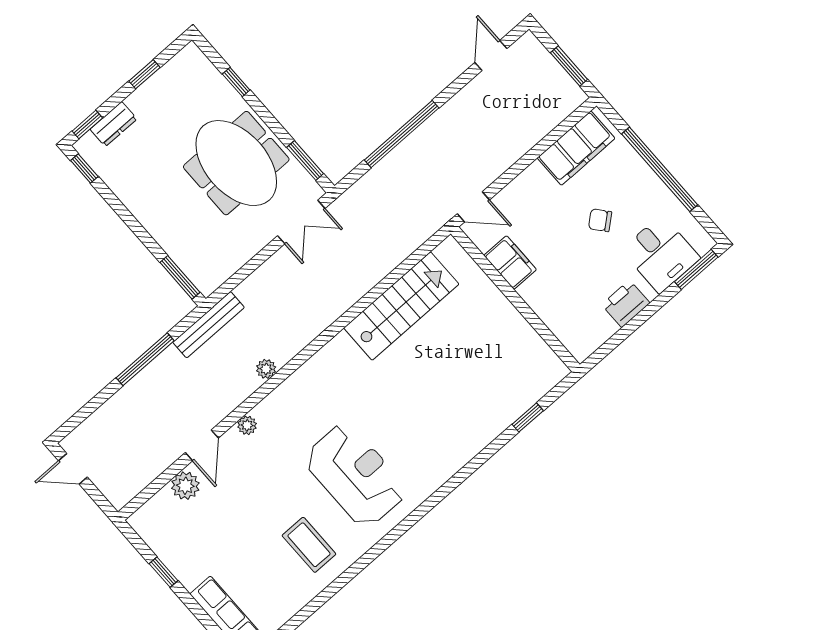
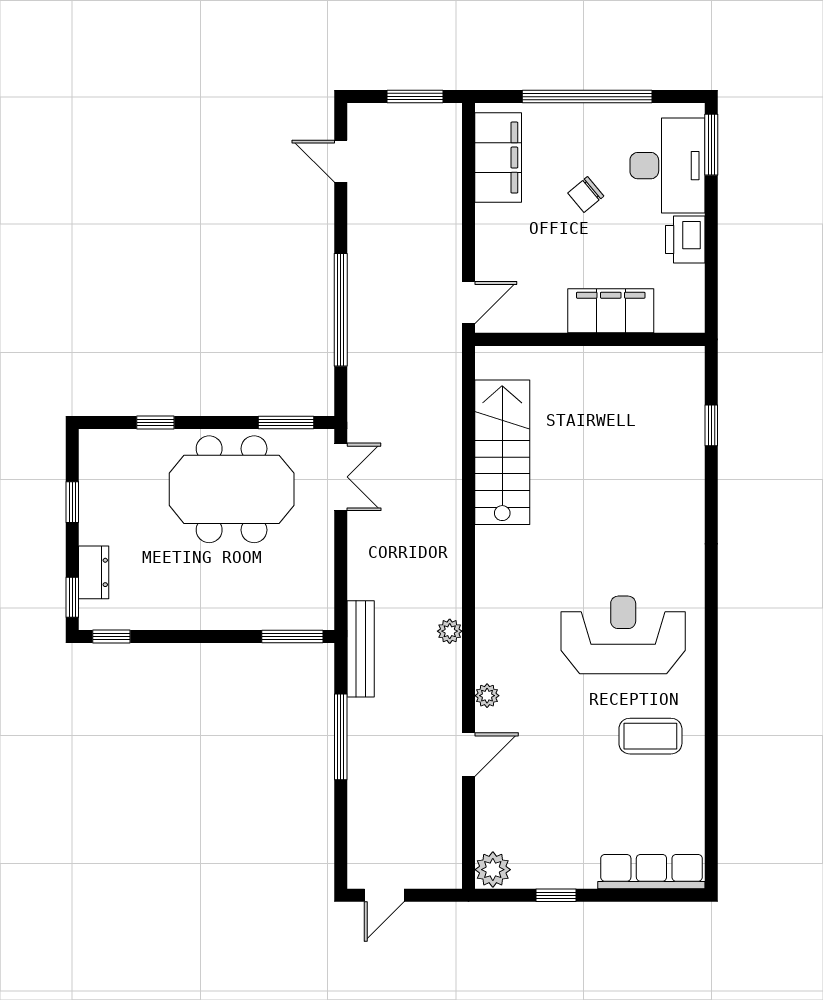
desk: (661, 254) -> (668, 166), width x1.37
filing cabinet: (510, 262) -> (611, 311), moved, width x1.50, depth x1.17
door: (202, 445) -> (469, 755), hinge flipped
plant: (185, 486) -> (493, 870), moved

